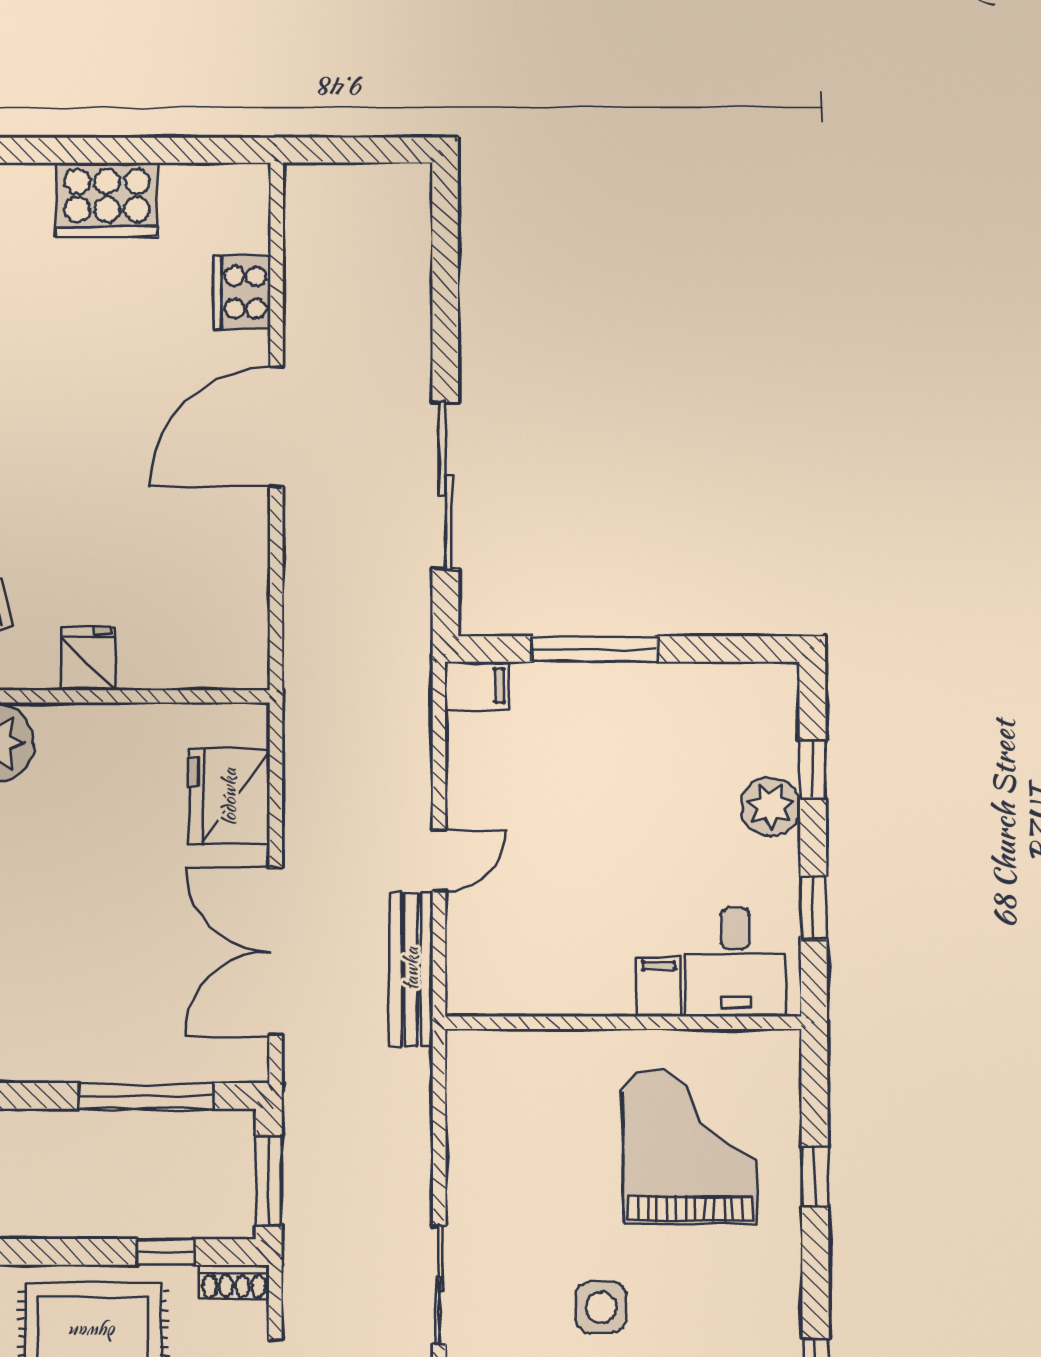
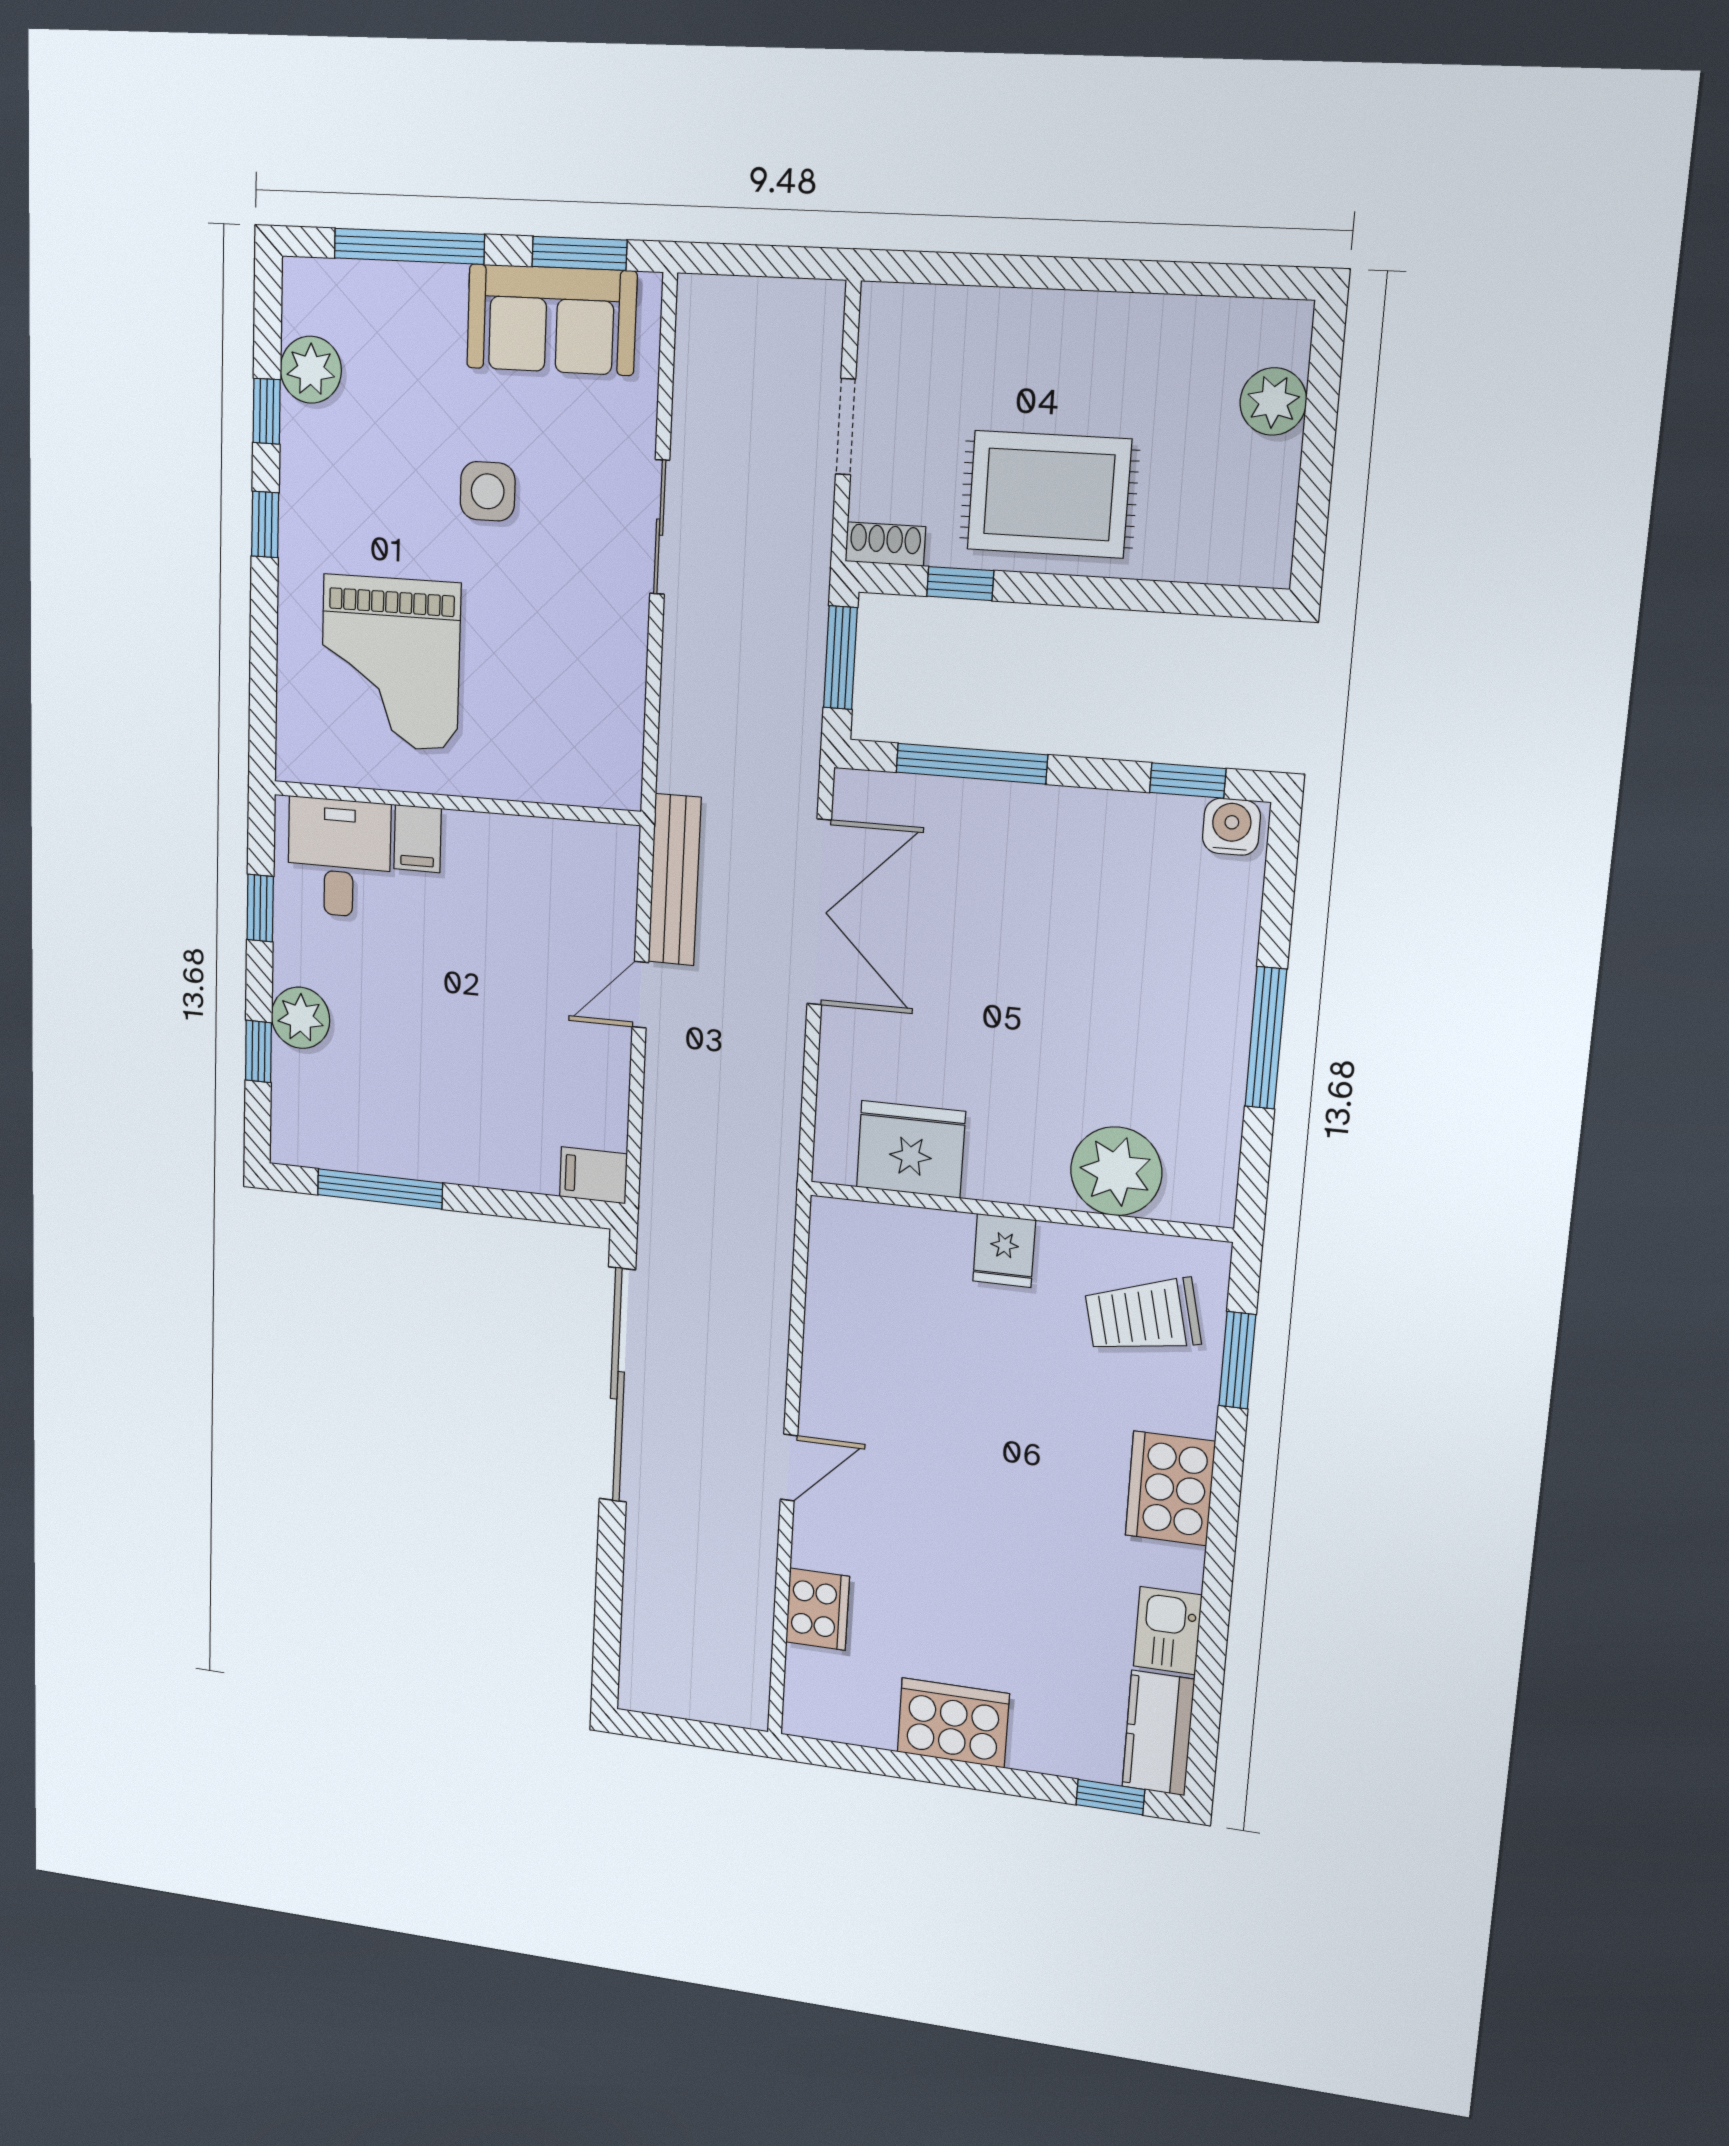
door: (276, 427) -> (789, 1468), width x0.53
sliding door: (445, 485) -> (617, 1385), width x1.36
window: (594, 649) -> (380, 1189), moved
fridge: (229, 797) -> (911, 1149), moved, turned -90
window: (815, 1177) -> (265, 525), moved

